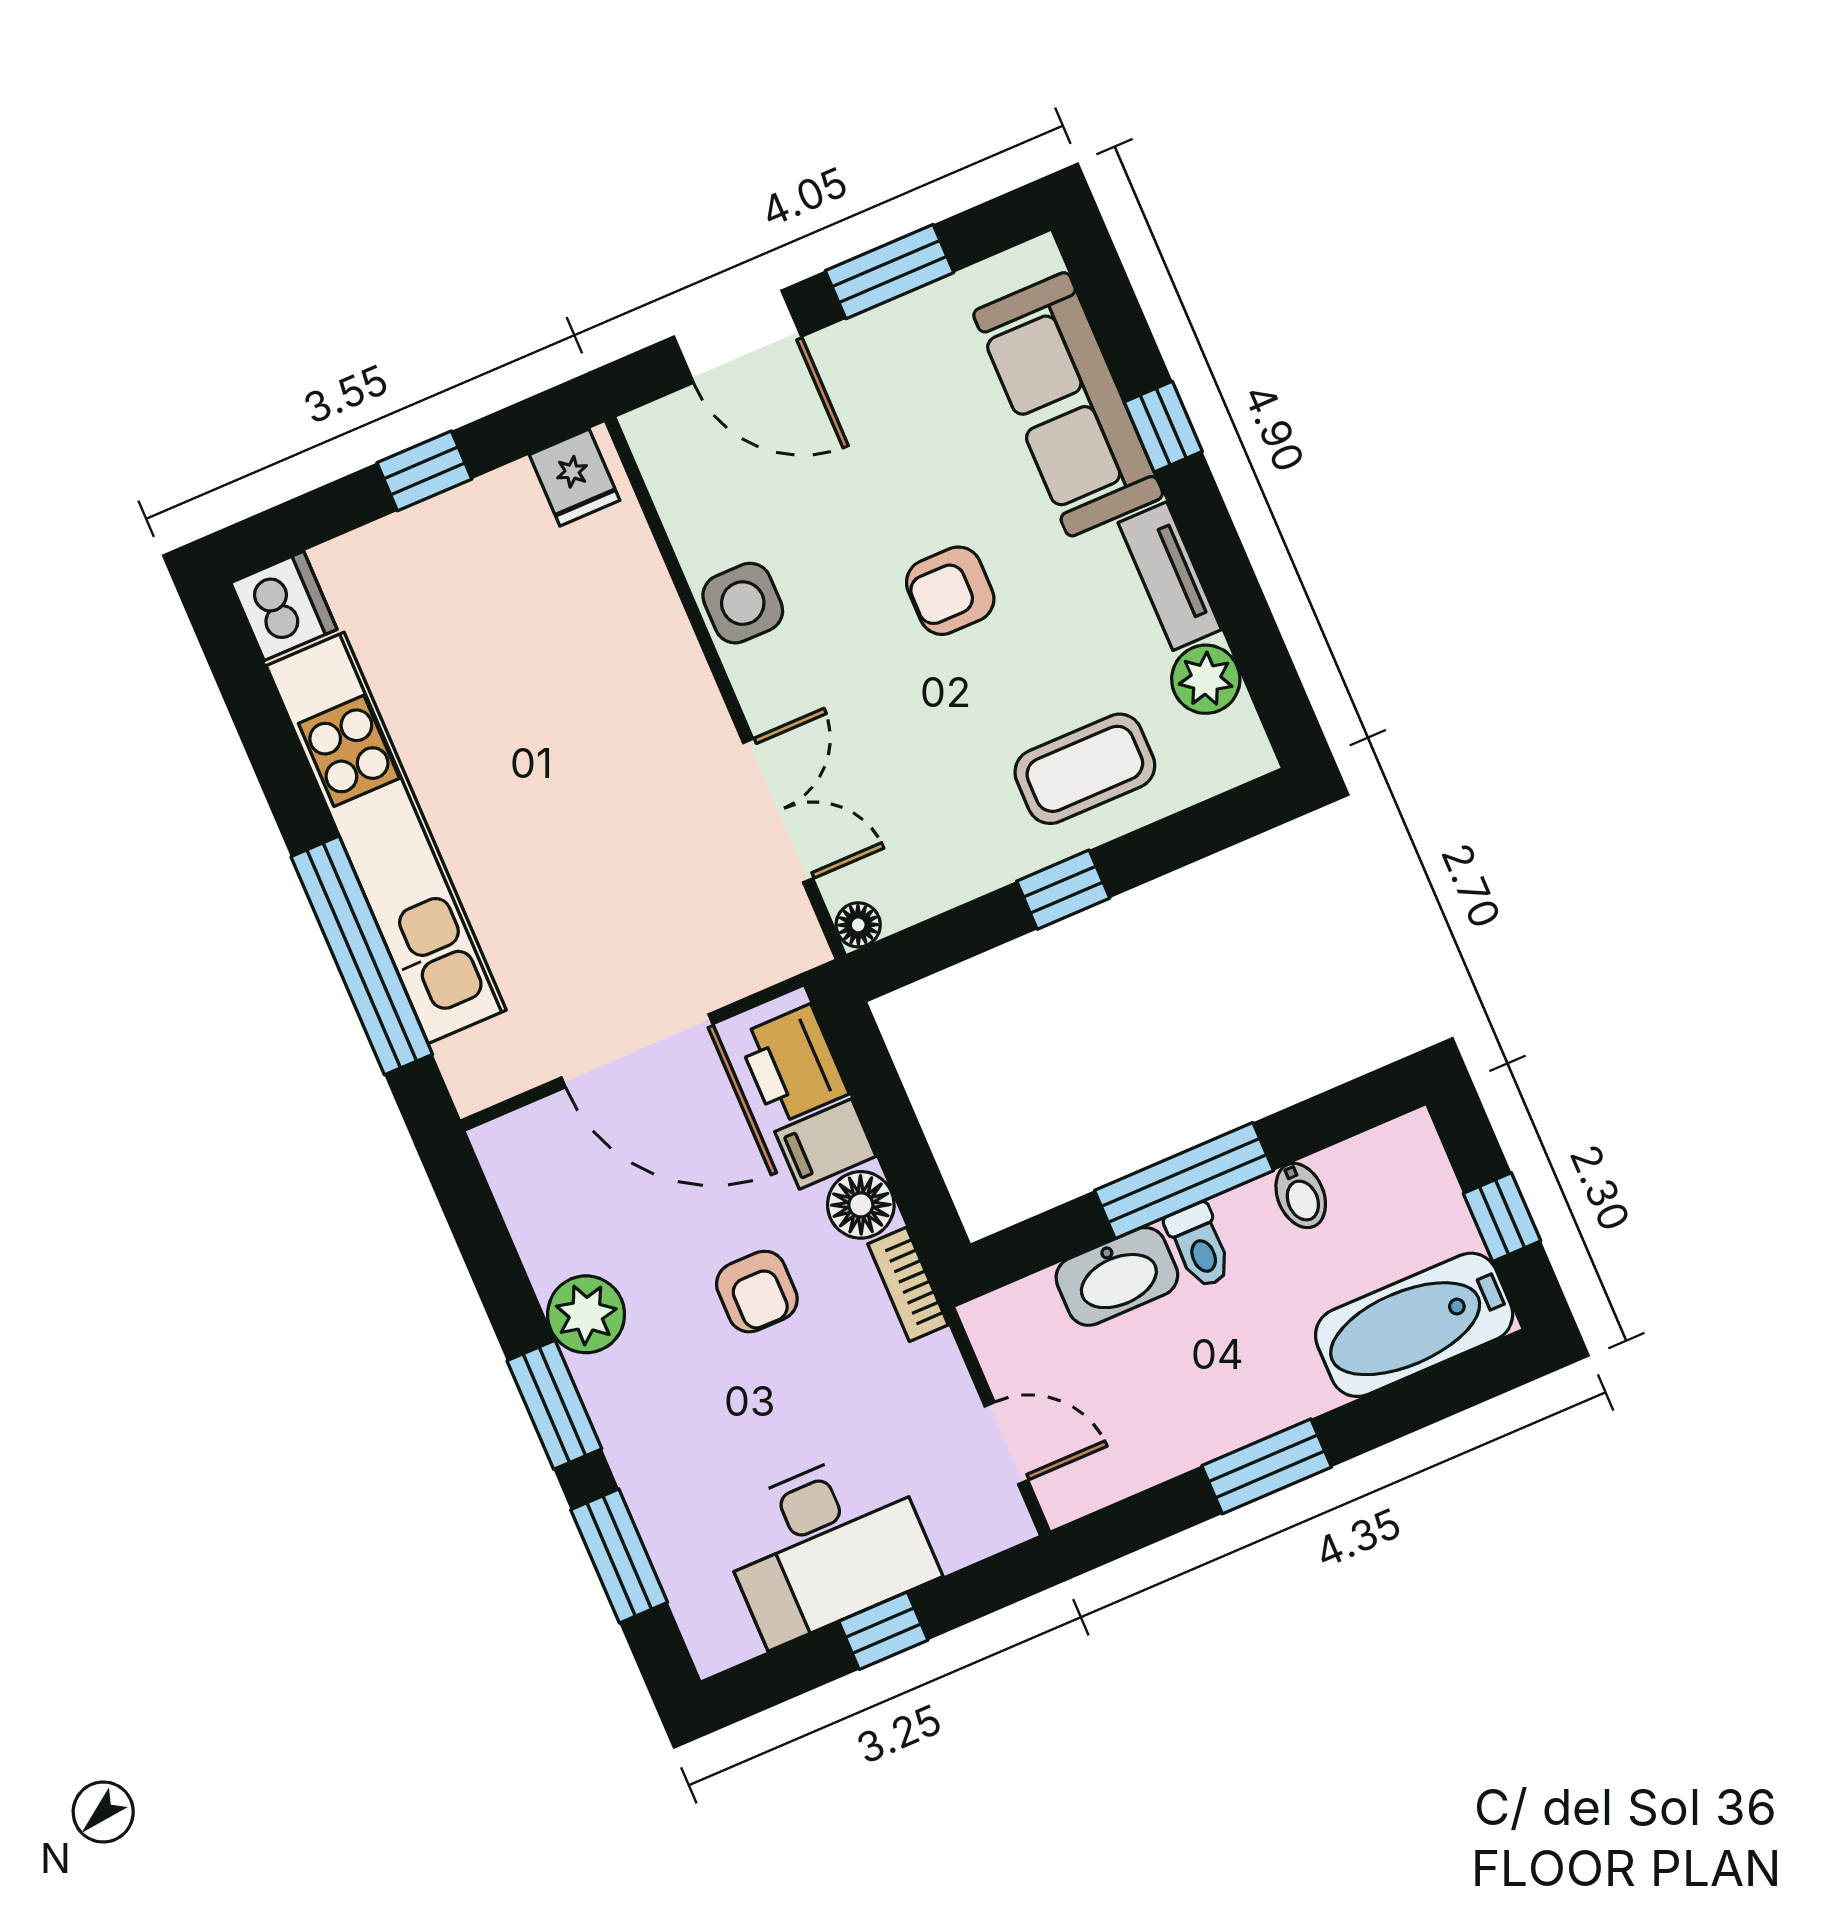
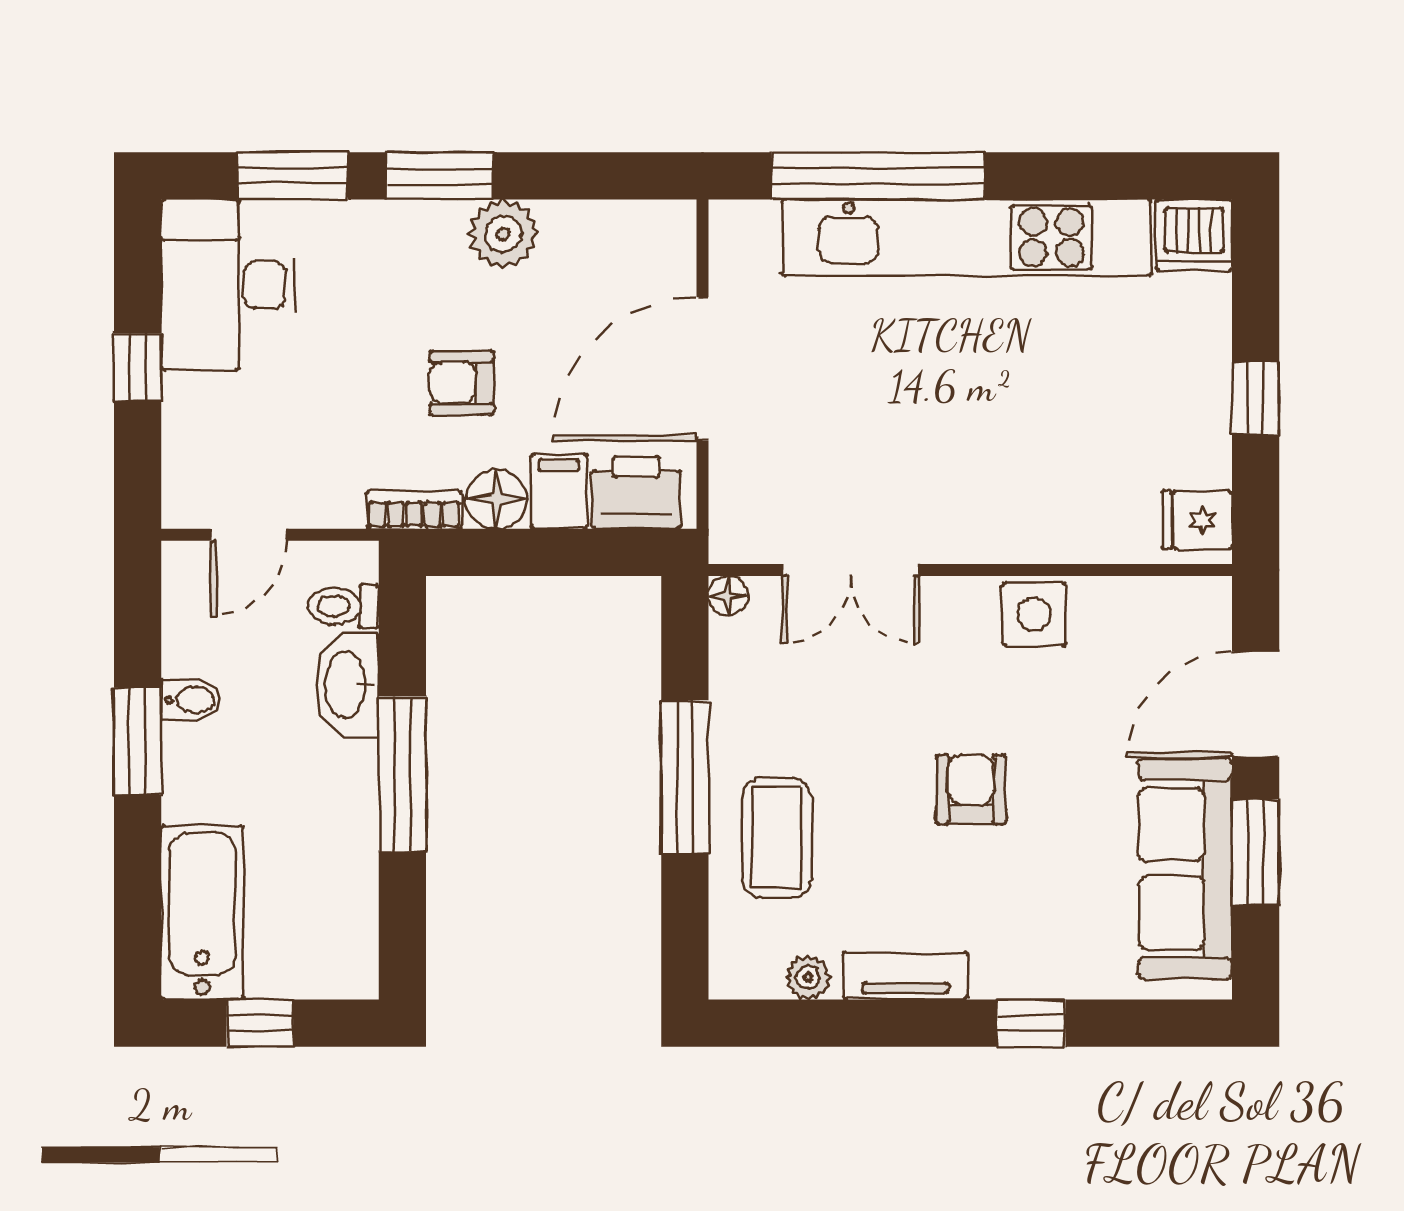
sofa: (1068, 404) -> (1185, 869), moved, turned -90
plant: (1206, 679) -> (808, 977), width x0.73, depth x0.73
window: (1063, 890) -> (685, 777), width x2.17
bidet: (1301, 1196) -> (191, 700), moved, turned 180
toilet: (1199, 1246) -> (343, 606), moved
desk: (826, 1545) -> (228, 285), moved

